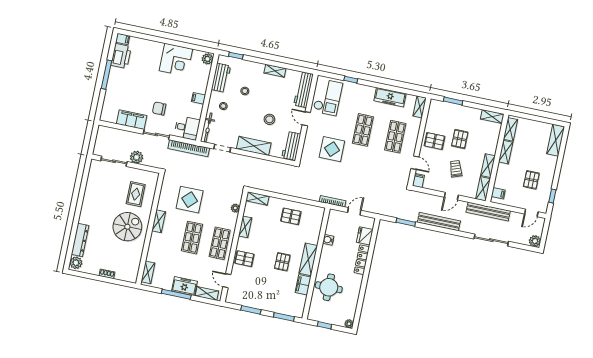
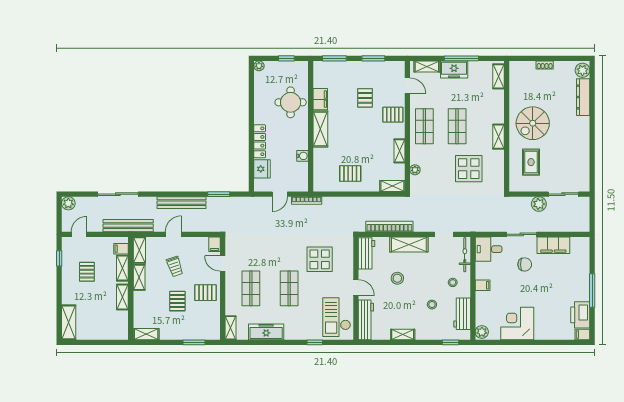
shelving: (510, 129) -> (122, 268), moved
bookcase: (189, 148) -> (389, 226), moved
pallet: (282, 262) -> (365, 98), moved

